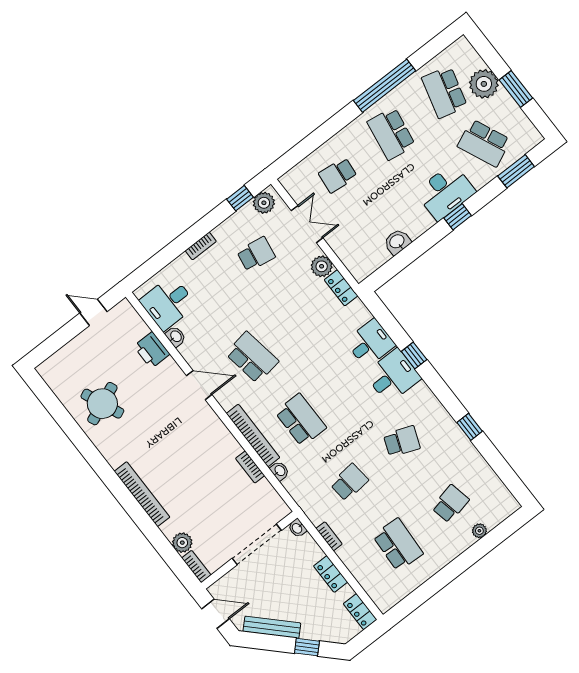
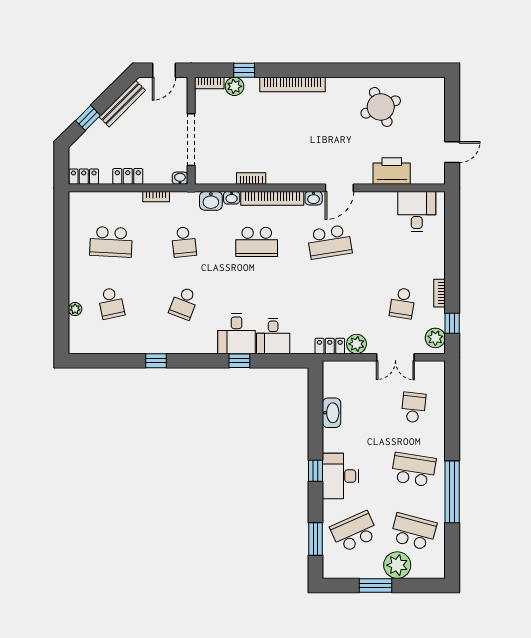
washbasin: (397, 242) -> (332, 413), width x1.38
bookcase: (201, 246) -> (440, 293), moved
washbasin: (176, 336) -> (314, 198), moved
printer: (152, 350) -> (392, 171), width x1.37, depth x1.19
washbasin: (296, 486) -> (211, 201), added
window: (162, 545) -> (244, 70), added

